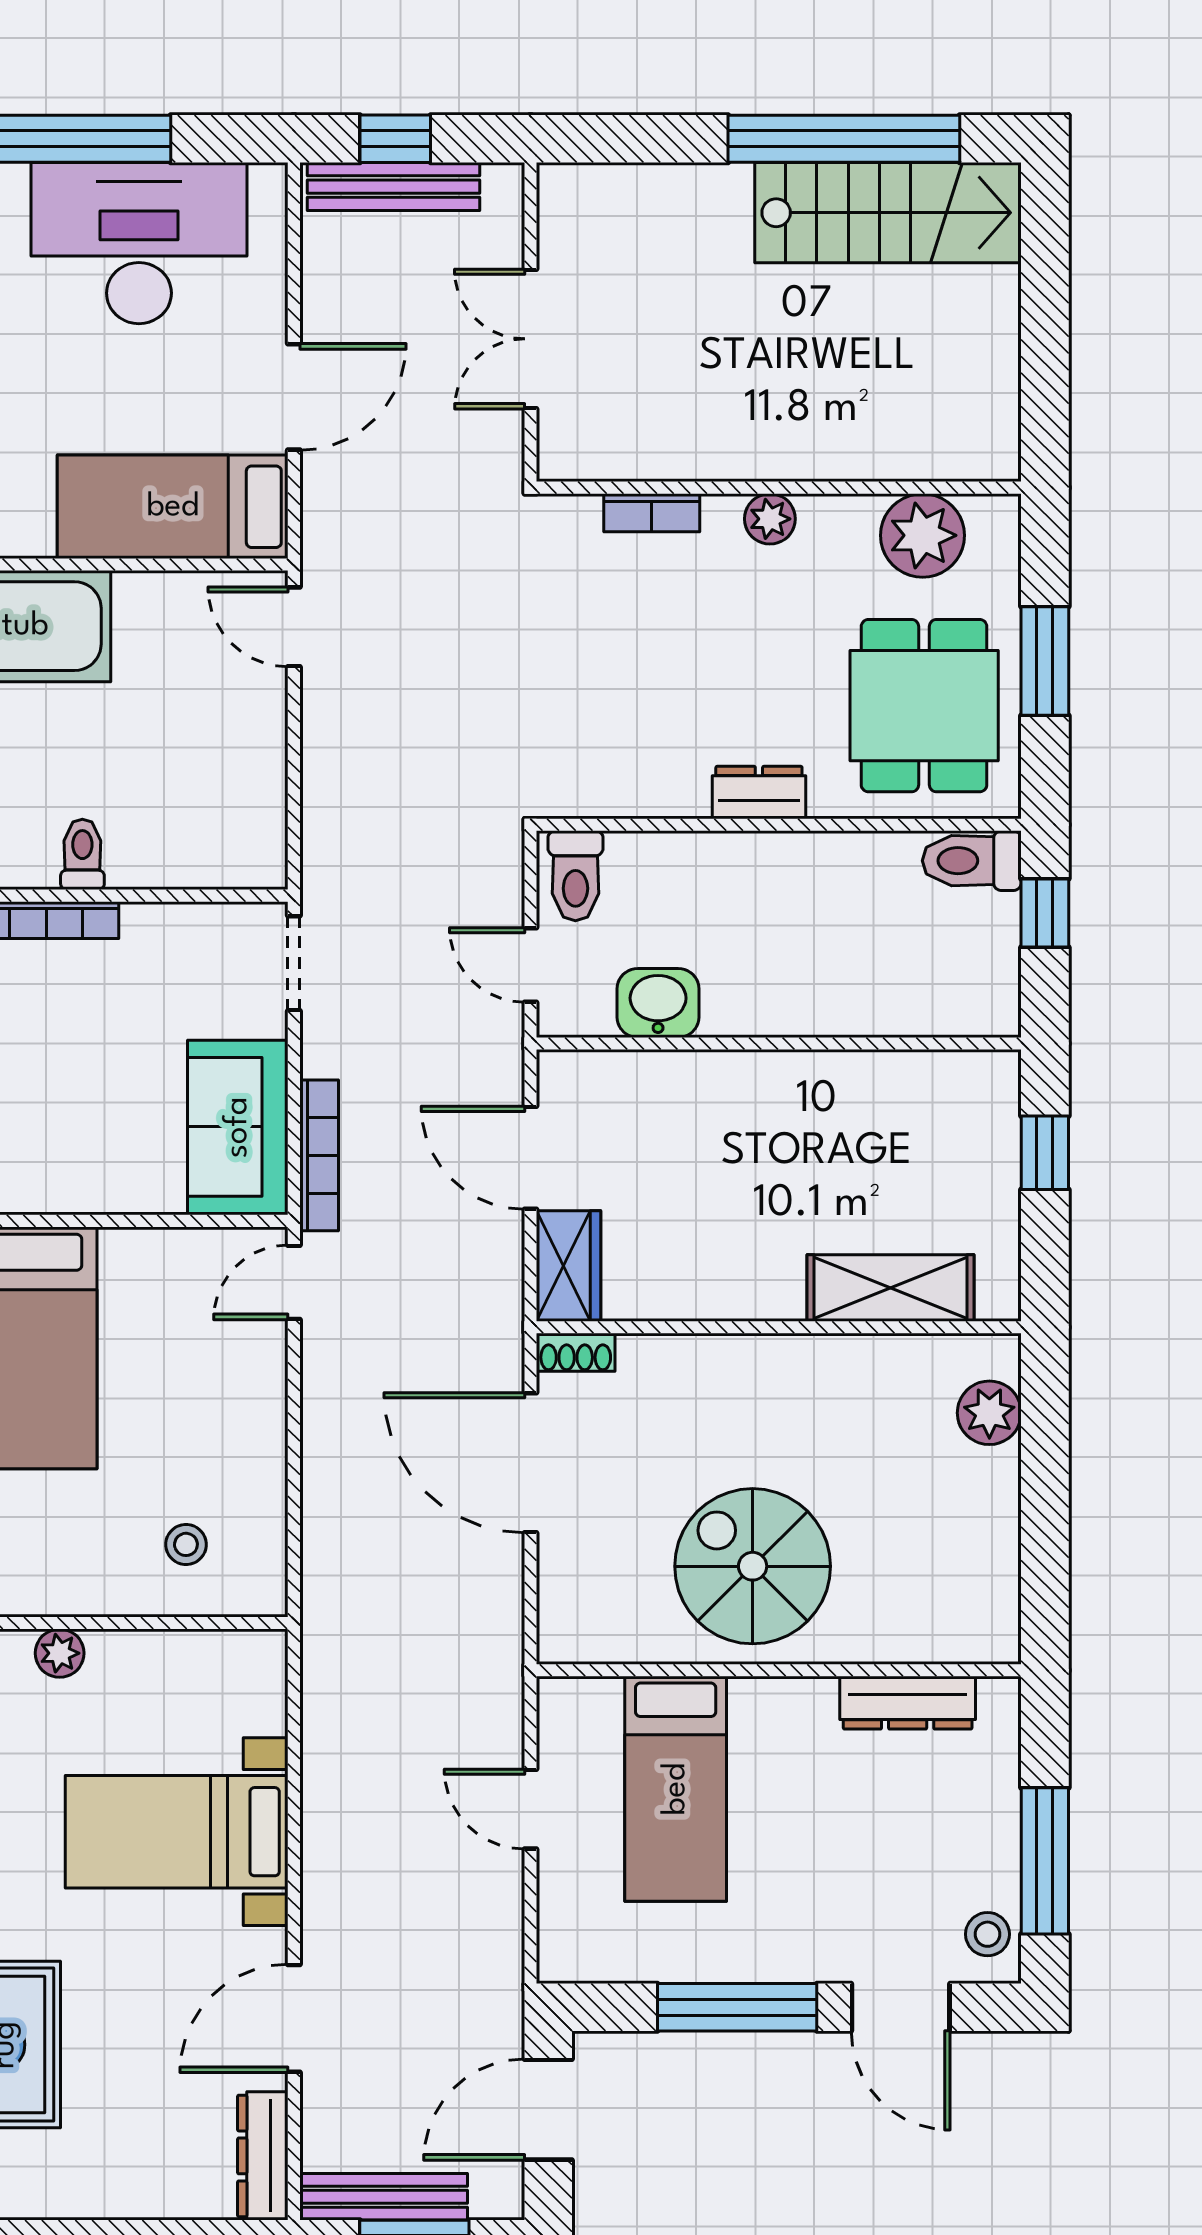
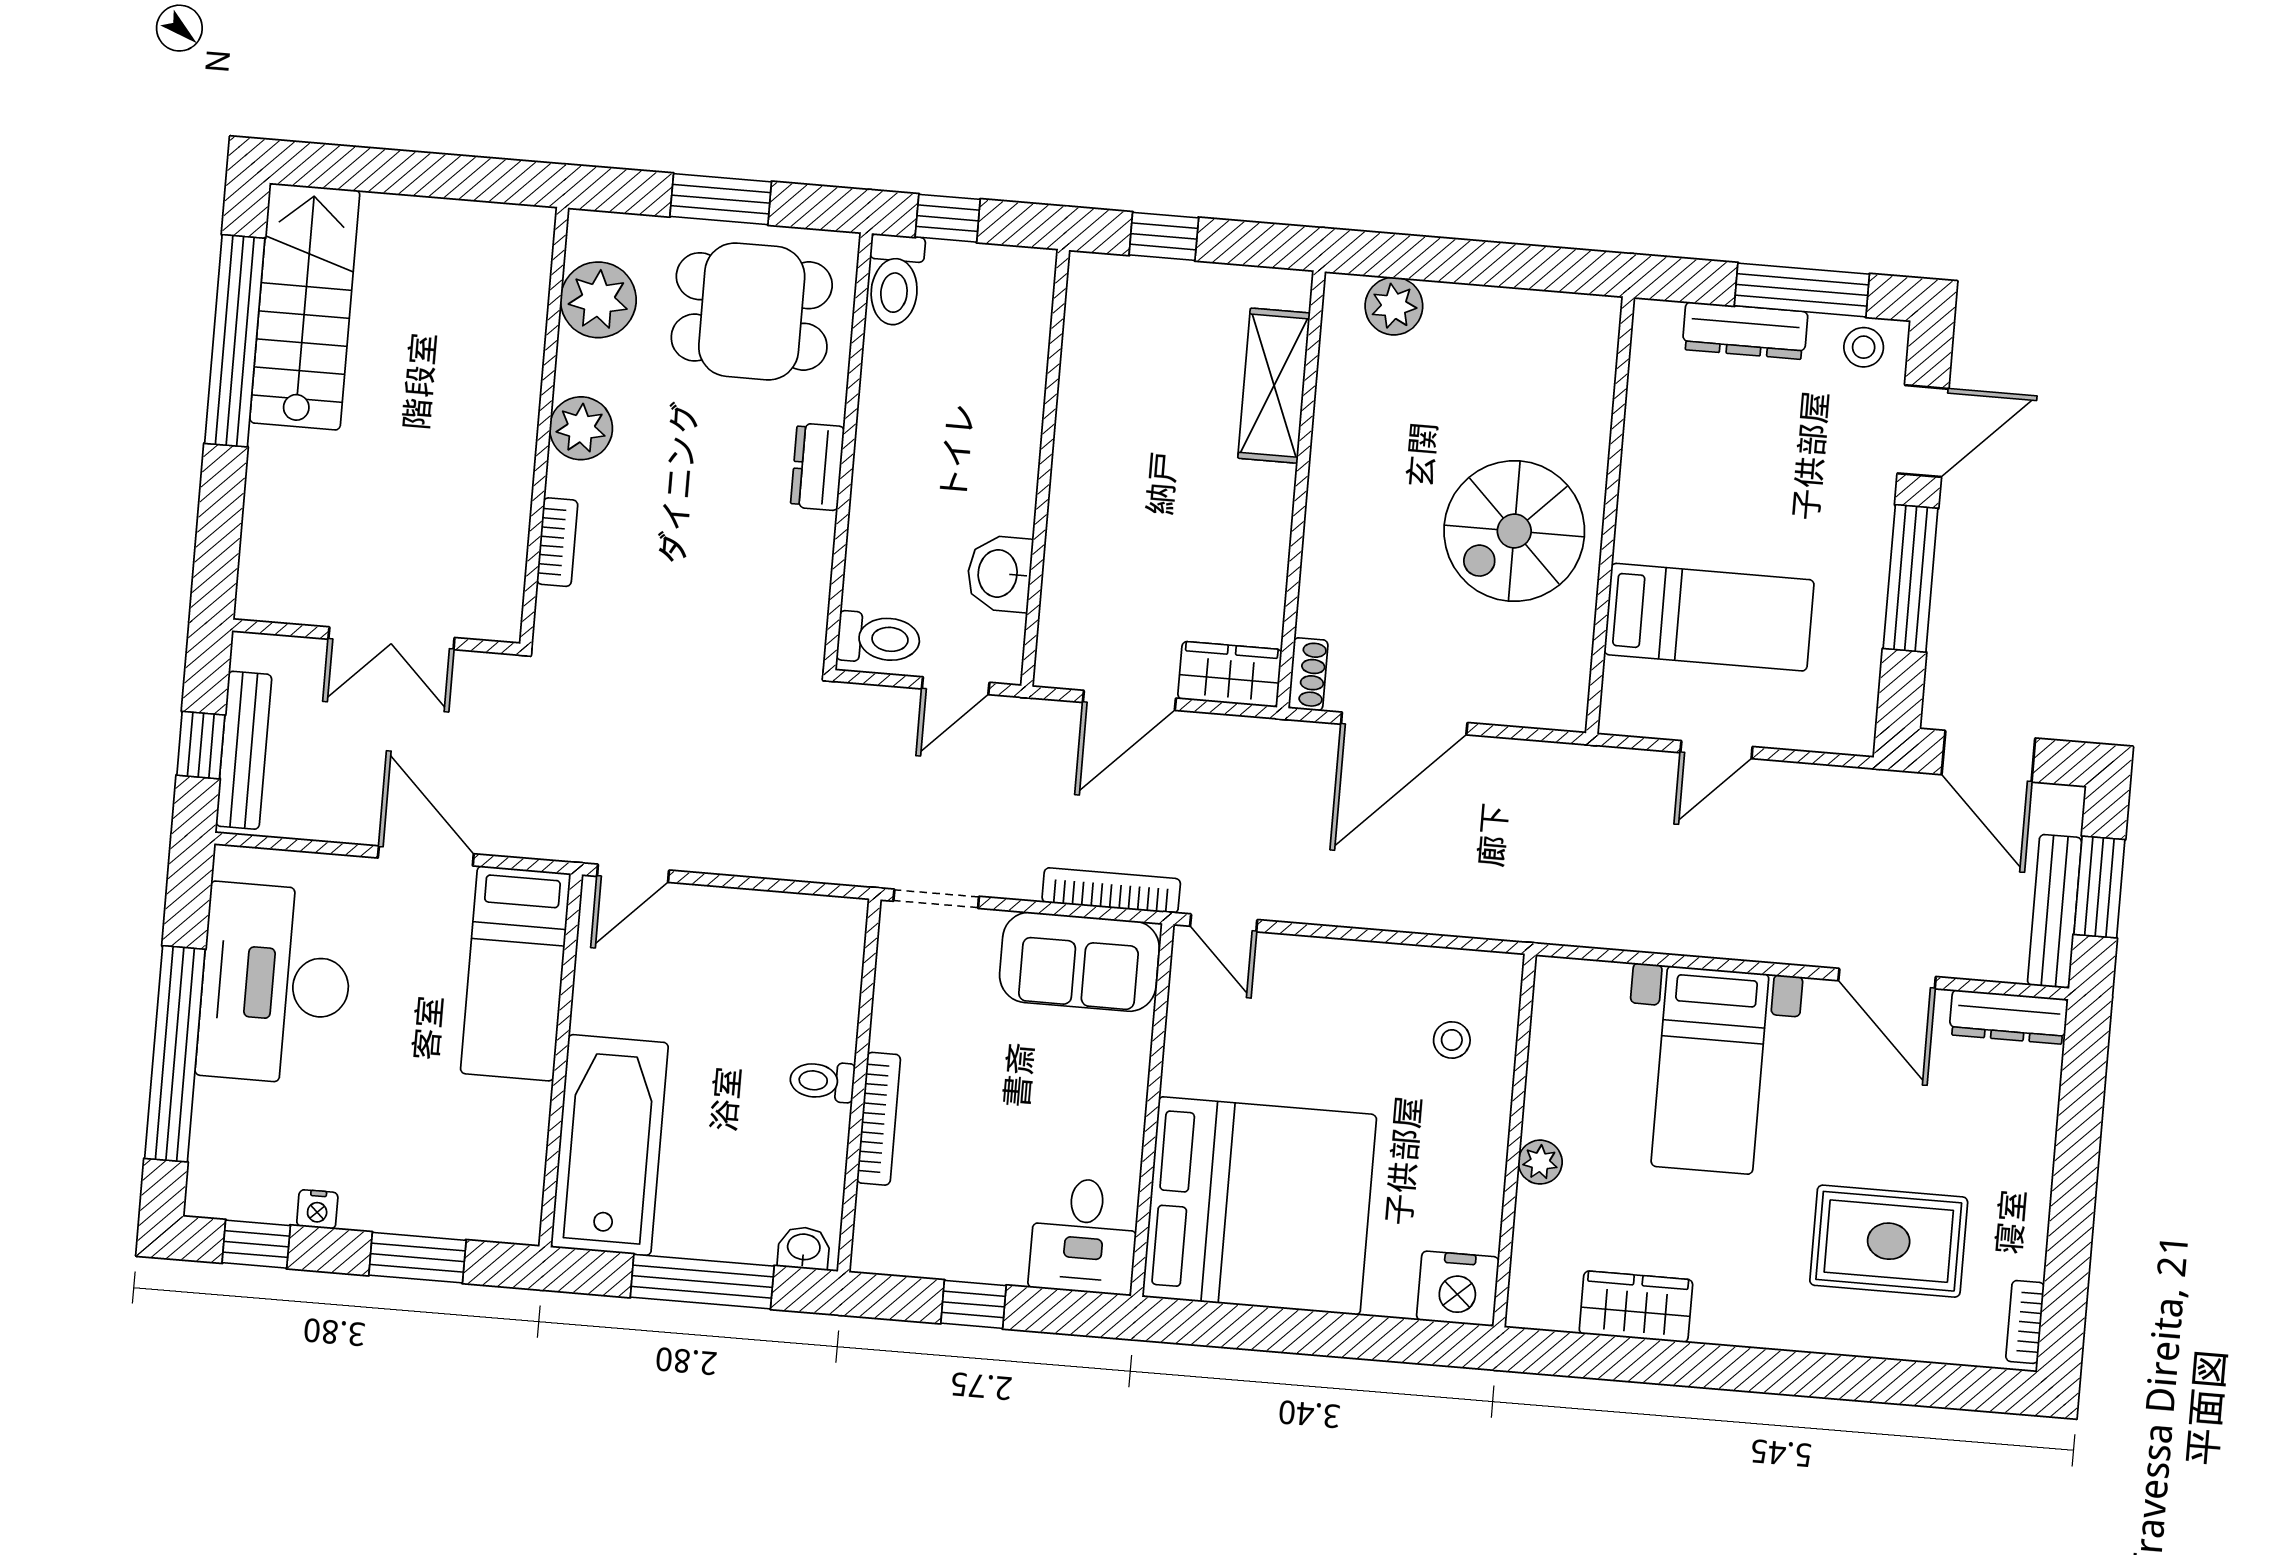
plant: (770, 519) -> (581, 428), width x1.38, depth x1.38
dresser: (908, 1703) -> (1745, 331), moved, turned 90

